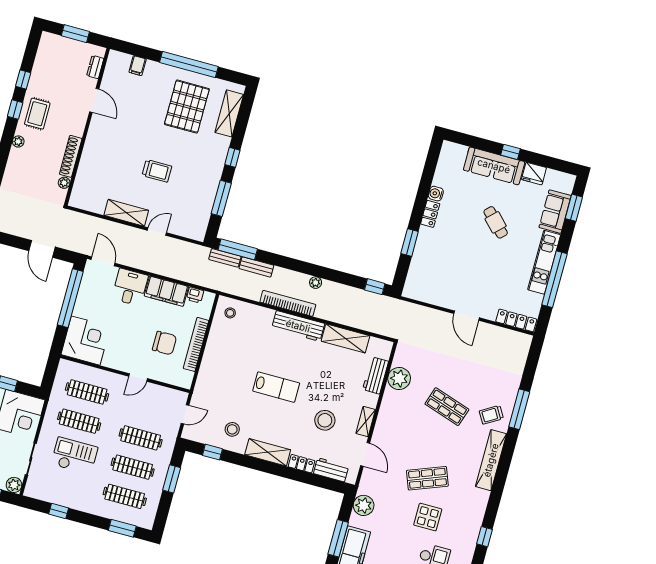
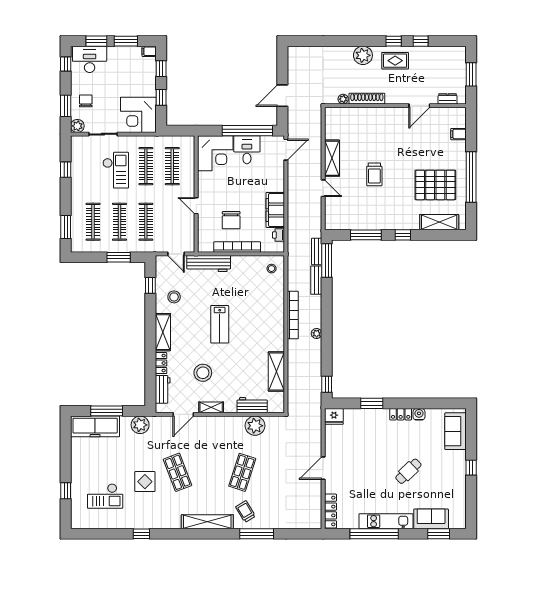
plant: (18, 142) -> (363, 55), width x1.88, depth x1.88
sofa: (494, 166) -> (456, 431), moved, width x0.73
fridge: (534, 174) -> (334, 416), moved, turned -90
desk: (130, 287) -> (247, 150), moved, turned -90
workbench: (298, 326) -> (209, 263), moved, turned -90

